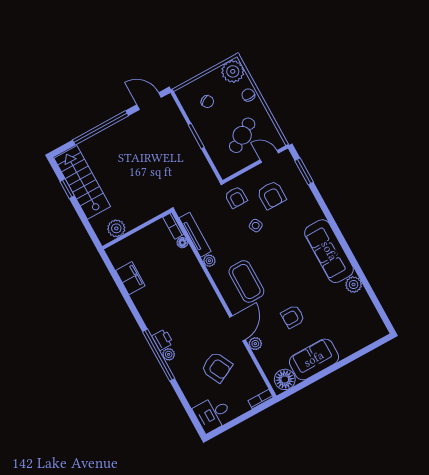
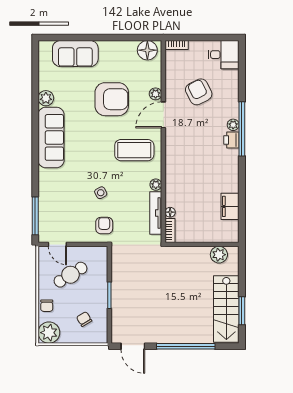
window: (304, 171) -> (35, 216), width x1.44
window: (67, 189) -> (242, 311), width x1.50
armchair: (272, 195) -> (73, 211), removed
coffee table: (246, 281) -> (134, 150), turned 90
armchair: (293, 317) -> (112, 99), width x1.88, depth x1.88
sofa: (314, 359) -> (75, 54), moved

